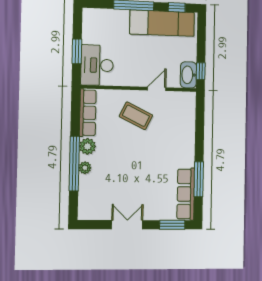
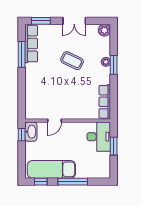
coffee table: (136, 116) -> (72, 61), moved
plant: (87, 146) -> (104, 30), moved
window: (74, 164) -> (114, 65), width x0.47

